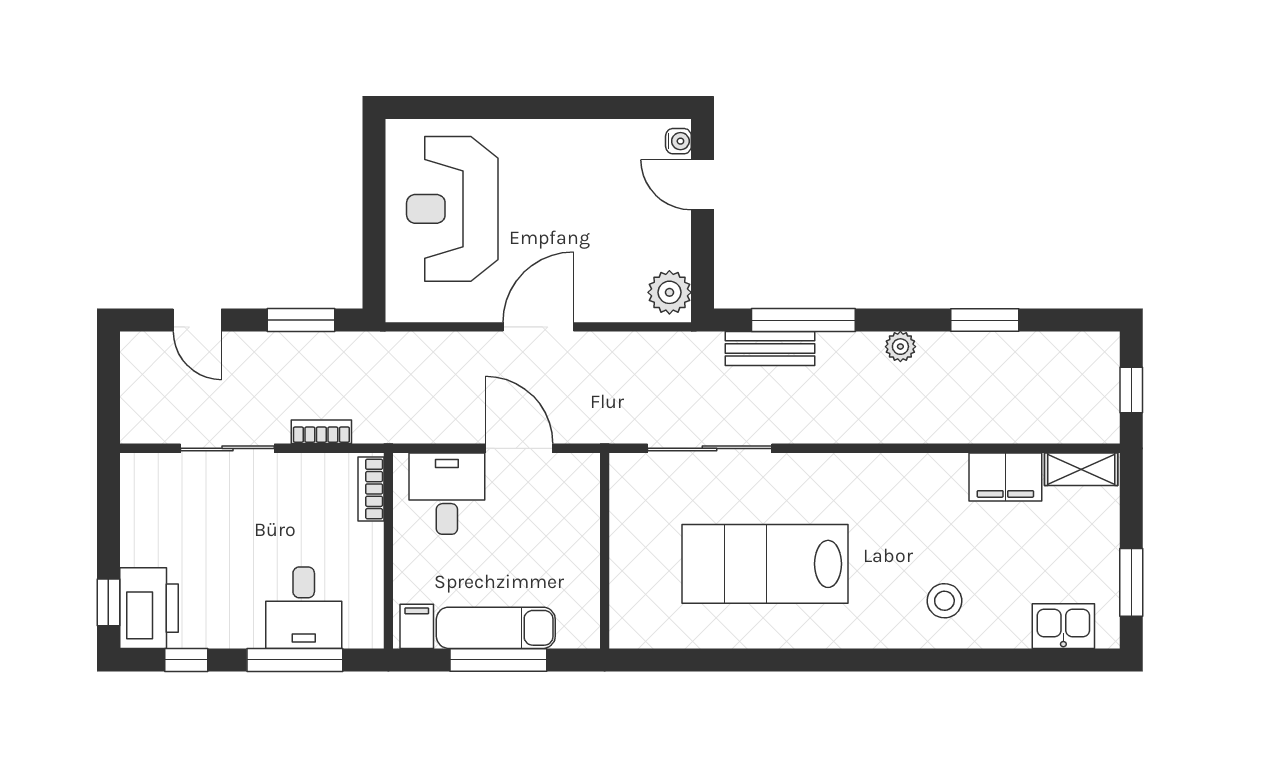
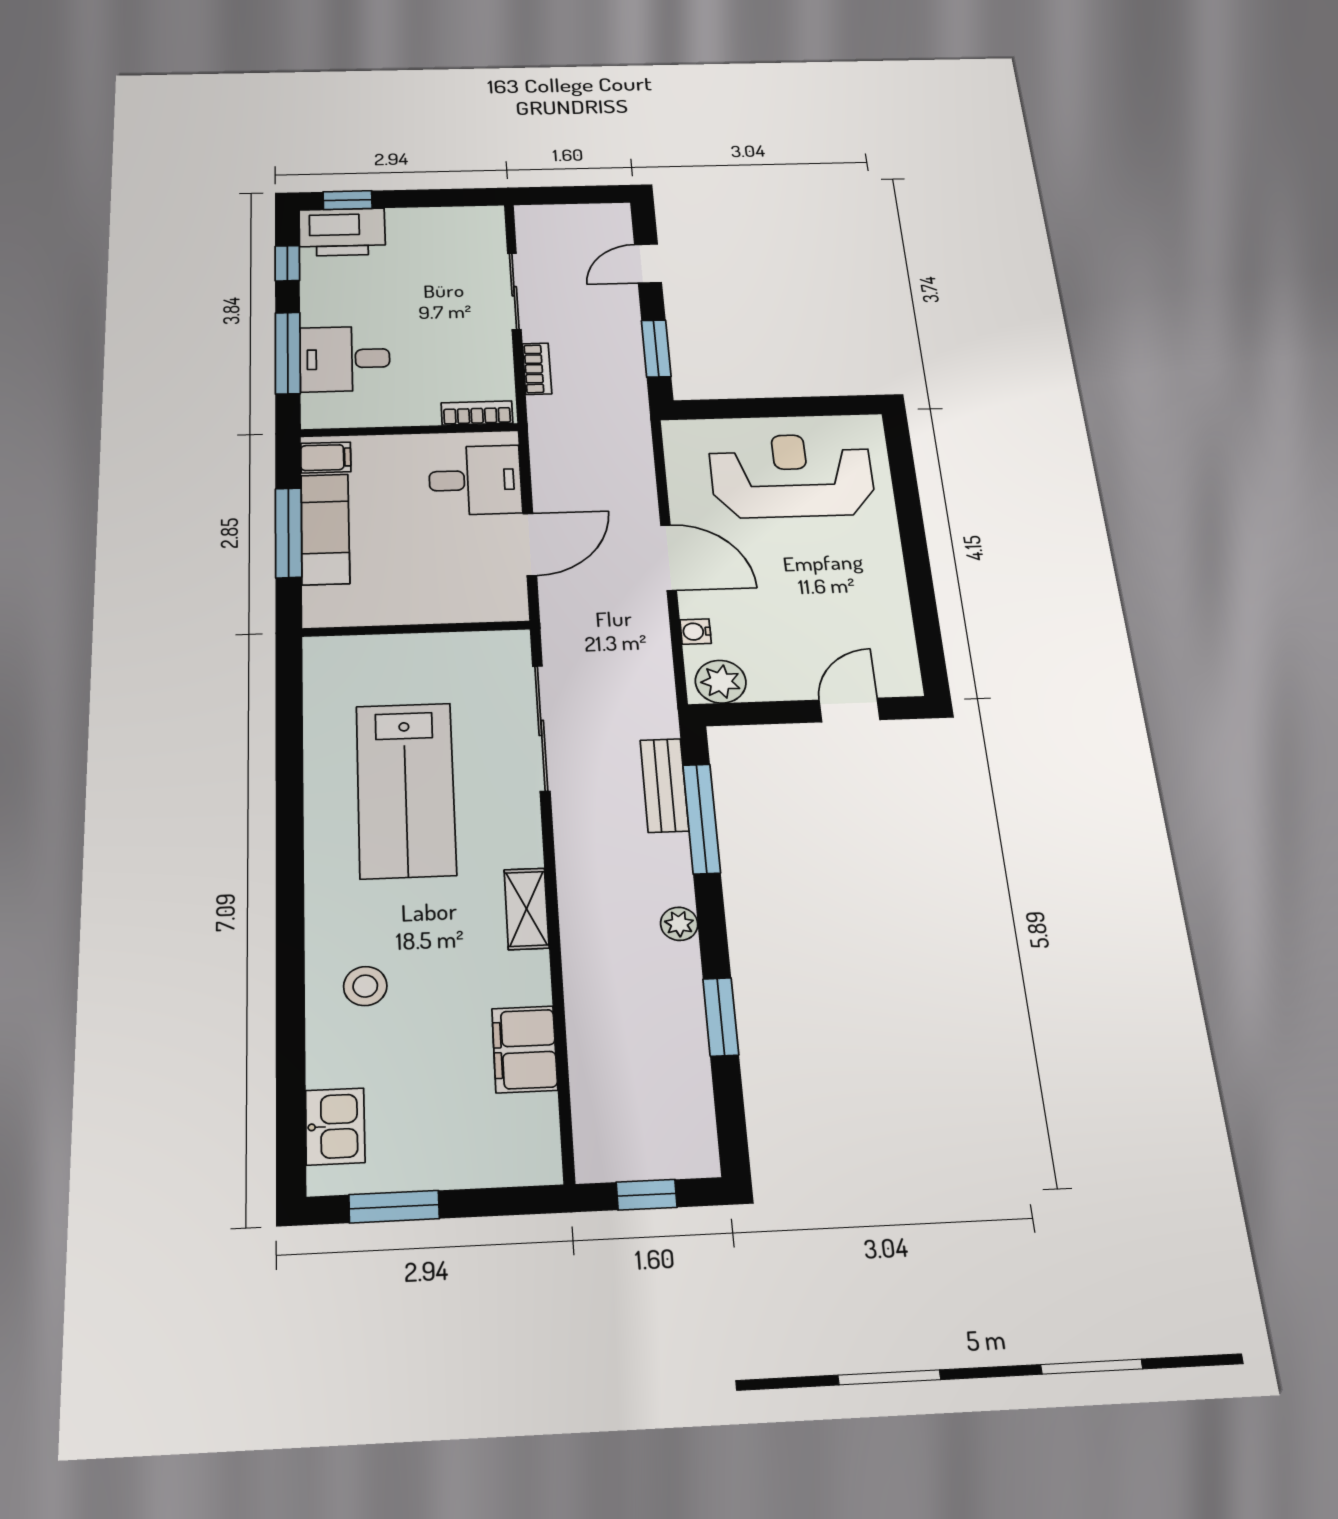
water cooler: (678, 141) -> (696, 632), moved, turned 90
shelving: (1081, 469) -> (527, 909), moved
lab bench: (765, 564) -> (406, 790), turned 180

